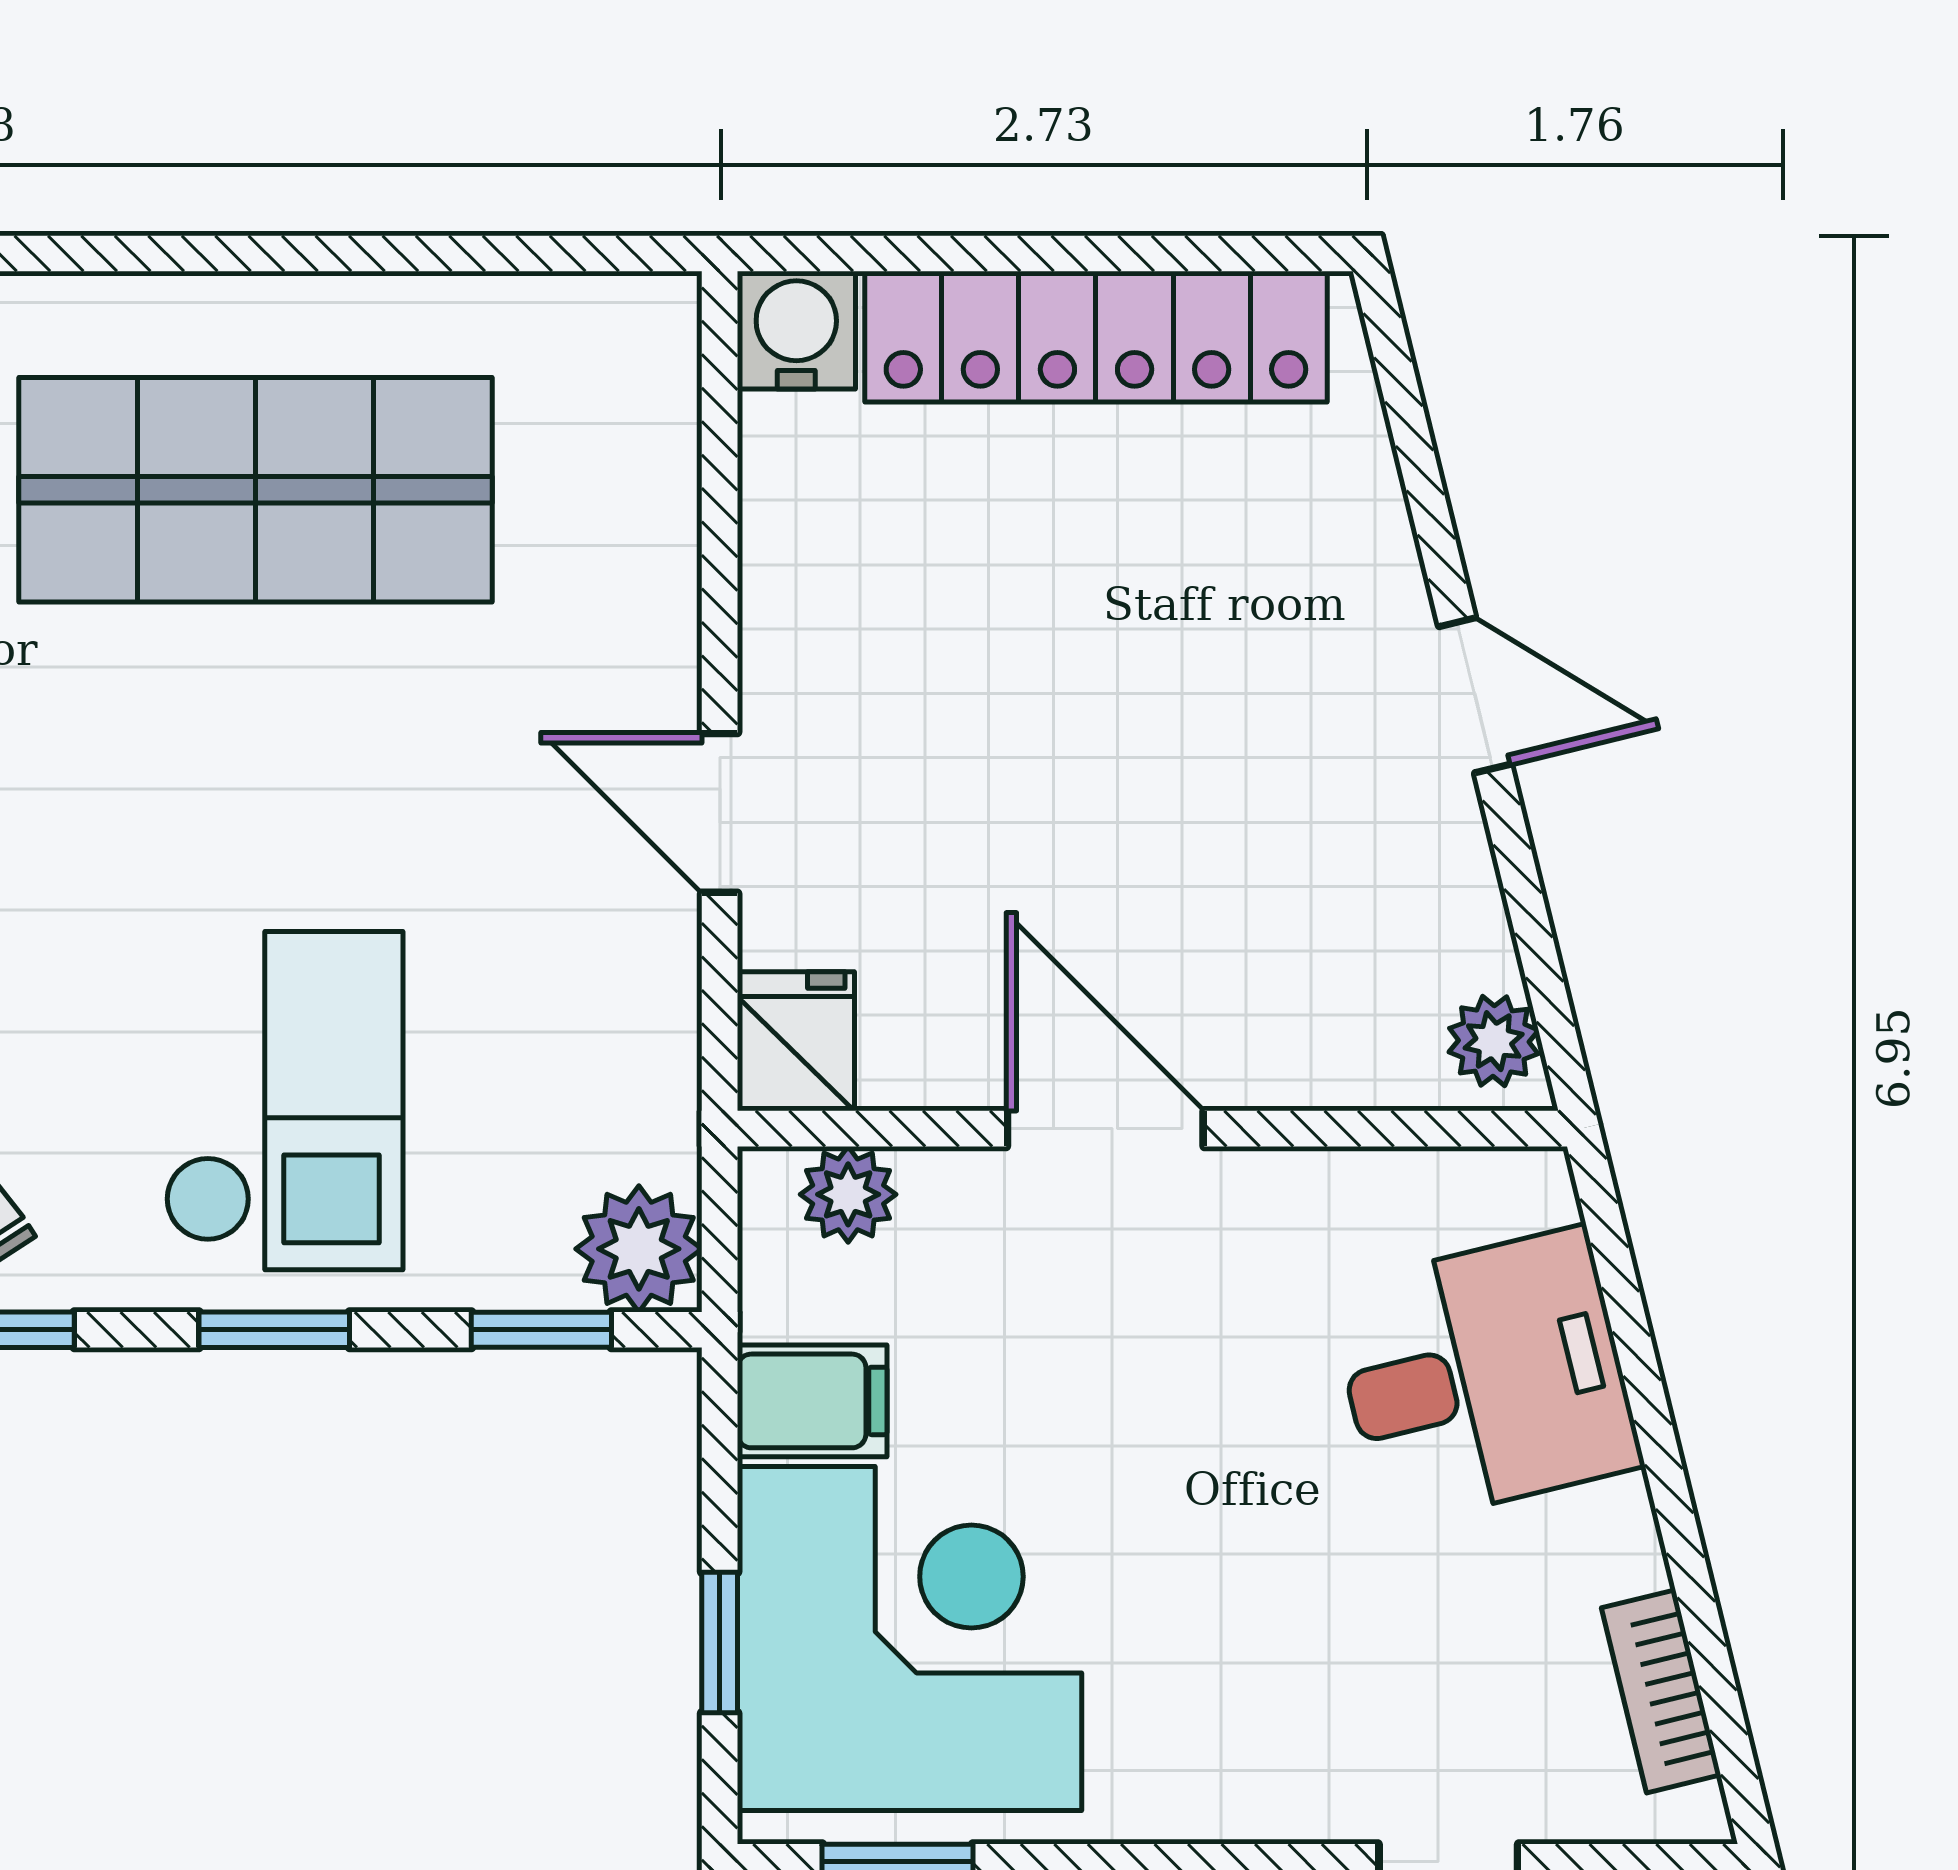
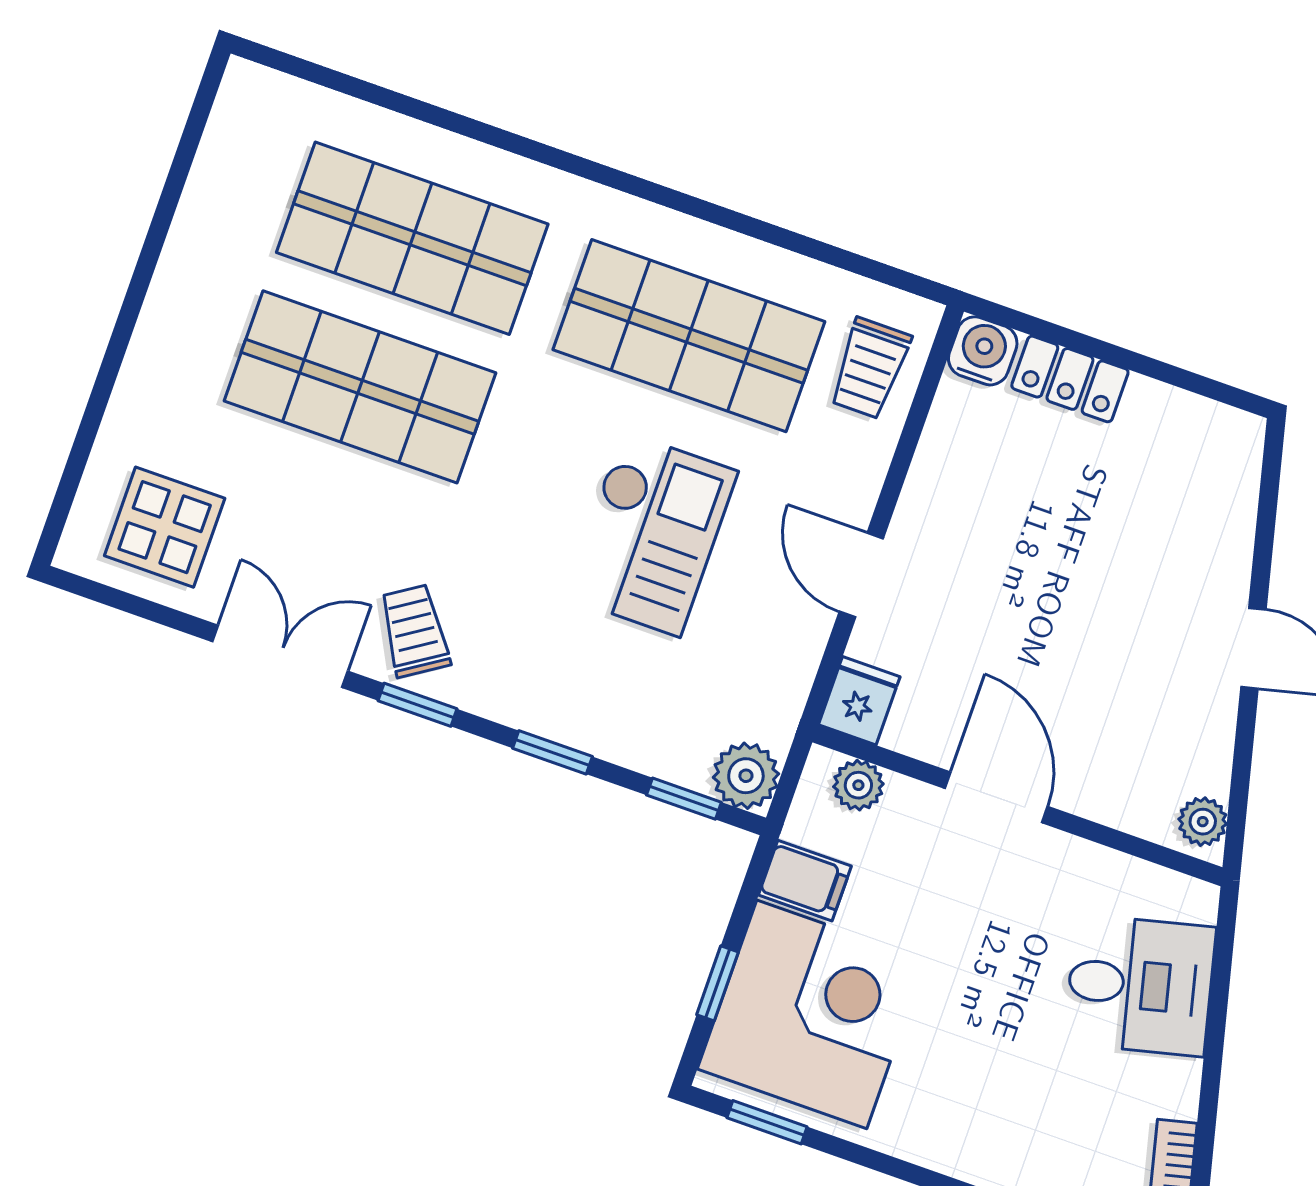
locker: (1096, 337) -> (1070, 379), width x0.46, depth x0.83
trolley: (604, 434) -> (870, 368), added
checkout: (284, 1101) -> (651, 534), moved

